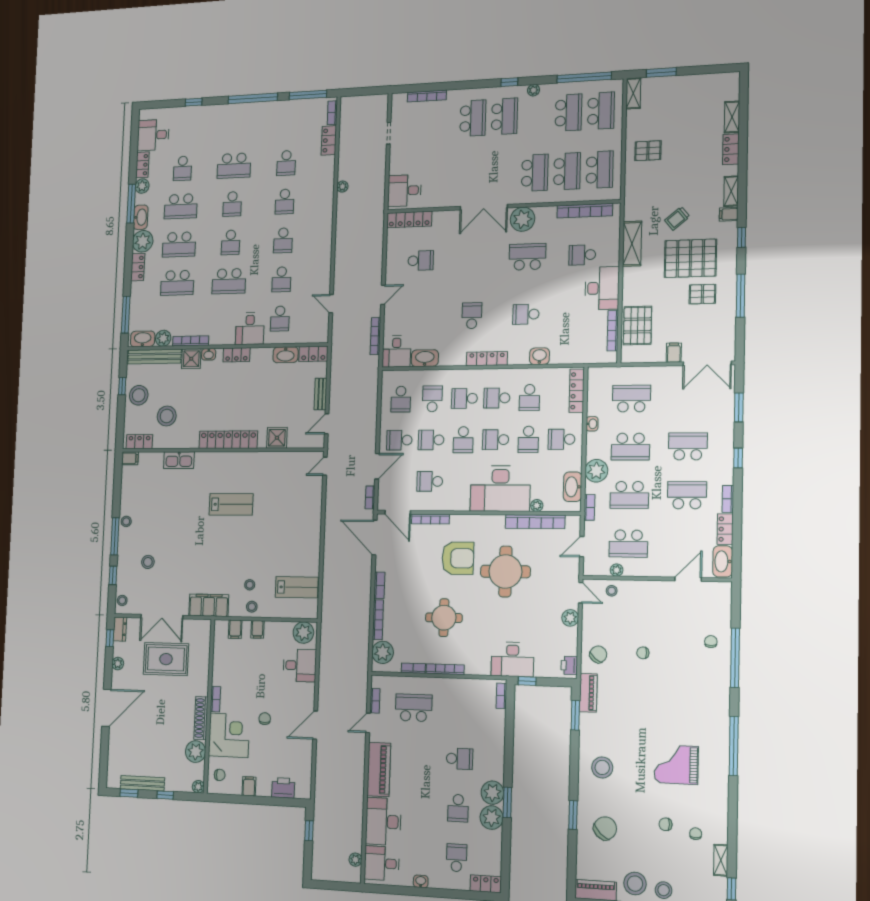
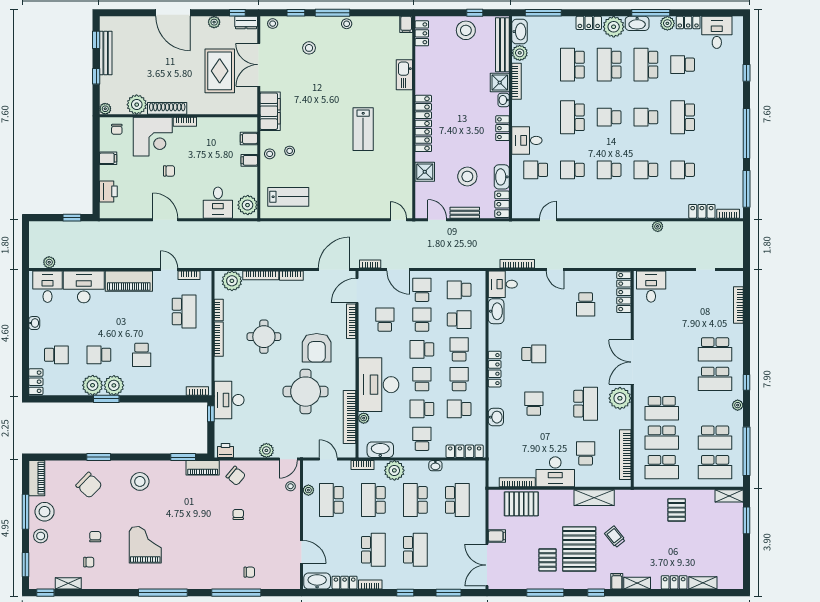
stool: (167, 416) -> (467, 176), moved
lab bench: (297, 587) -> (288, 197), turned -90

